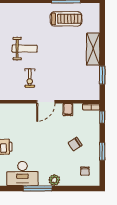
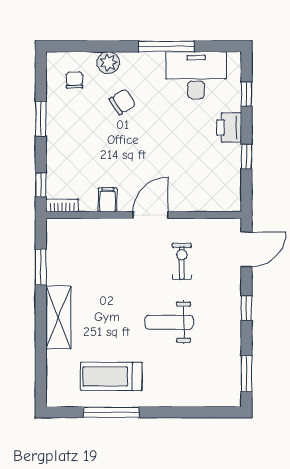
weight bench: (25, 49) -> (169, 322), moved
chair: (75, 144) -> (122, 102), moved
plant: (54, 180) -> (108, 63), moved

